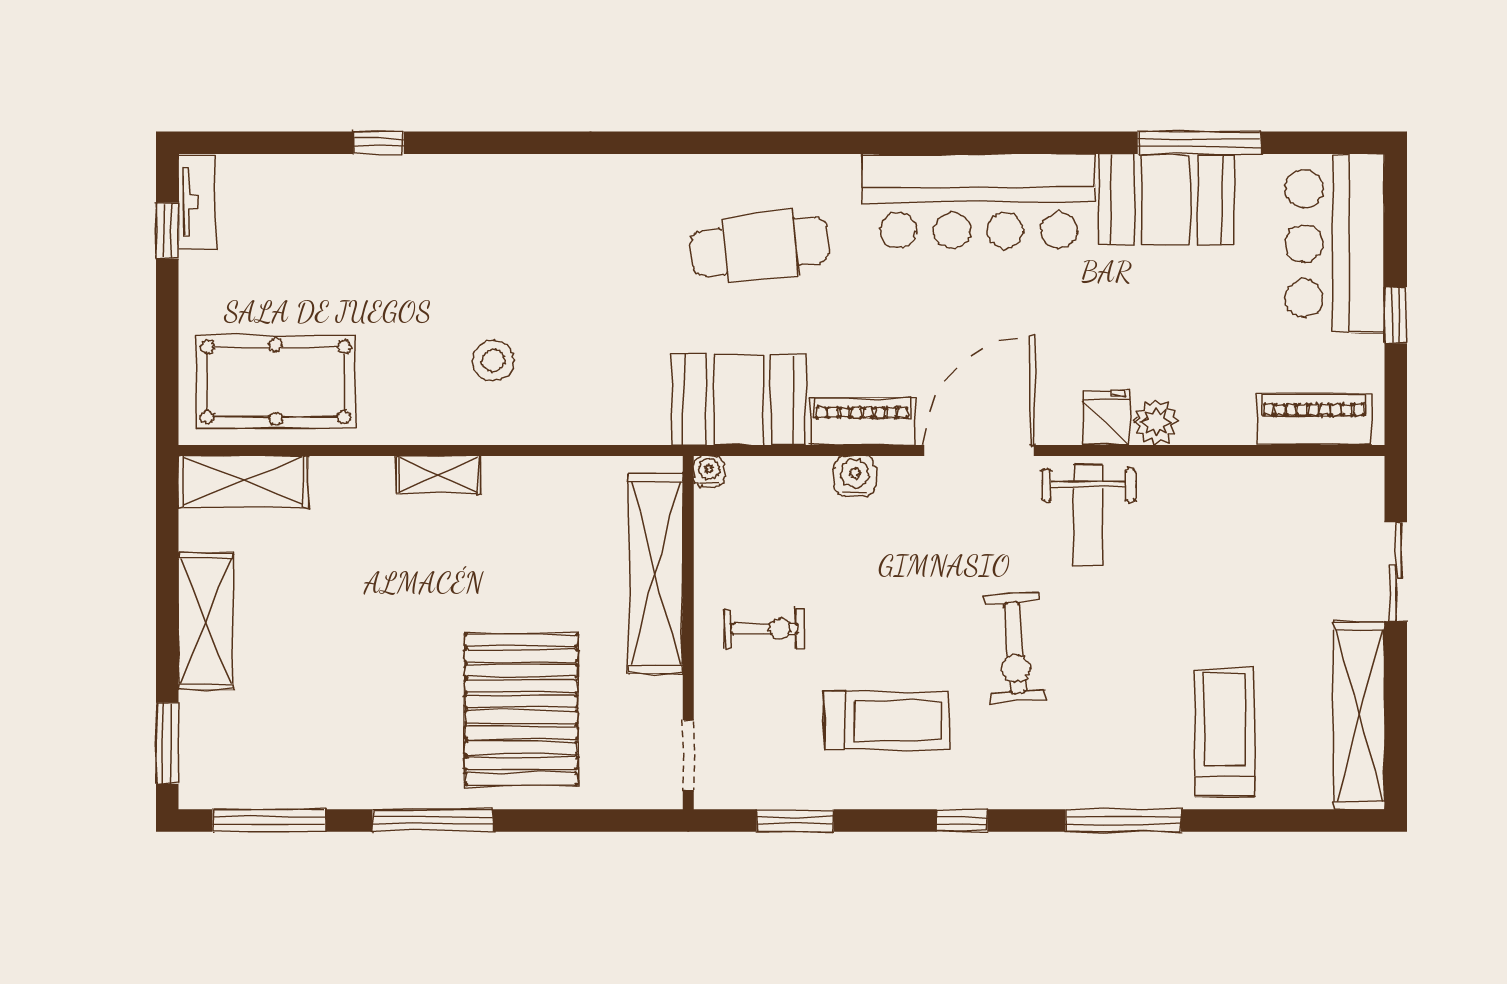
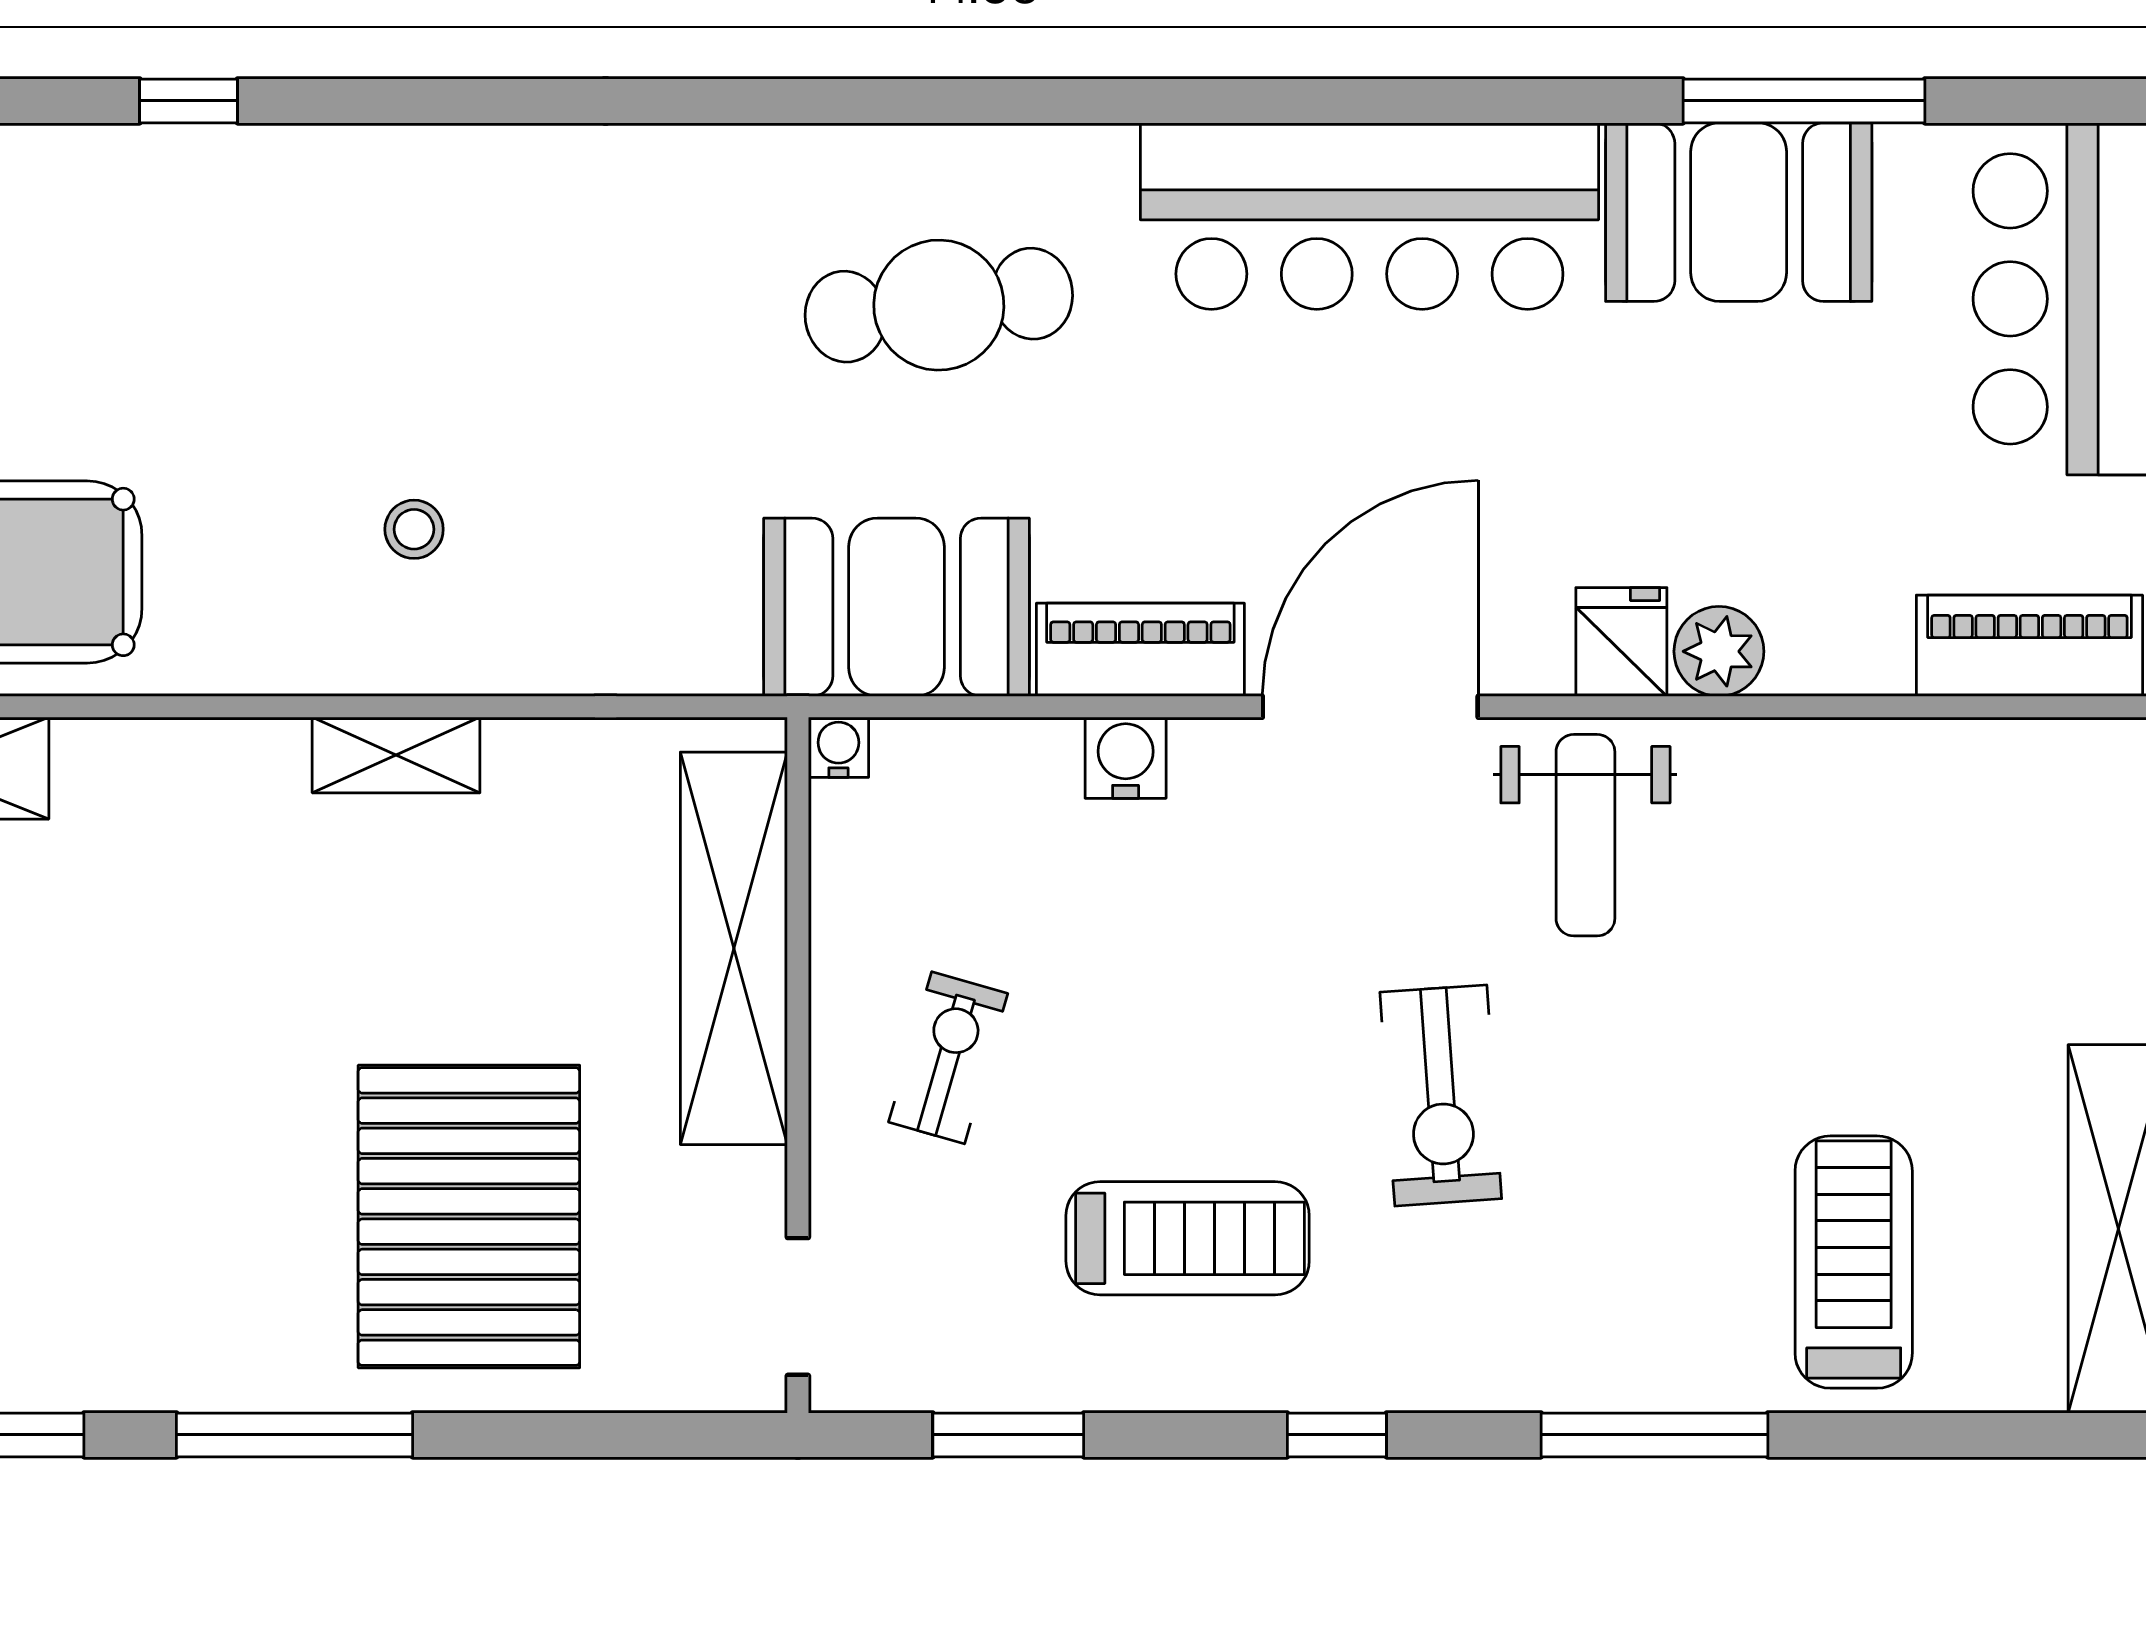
stool: (493, 360) -> (414, 529), width x0.73, depth x0.73
shelving: (439, 475) -> (396, 755), moved
exercise bike: (765, 629) -> (948, 1058), turned -74

